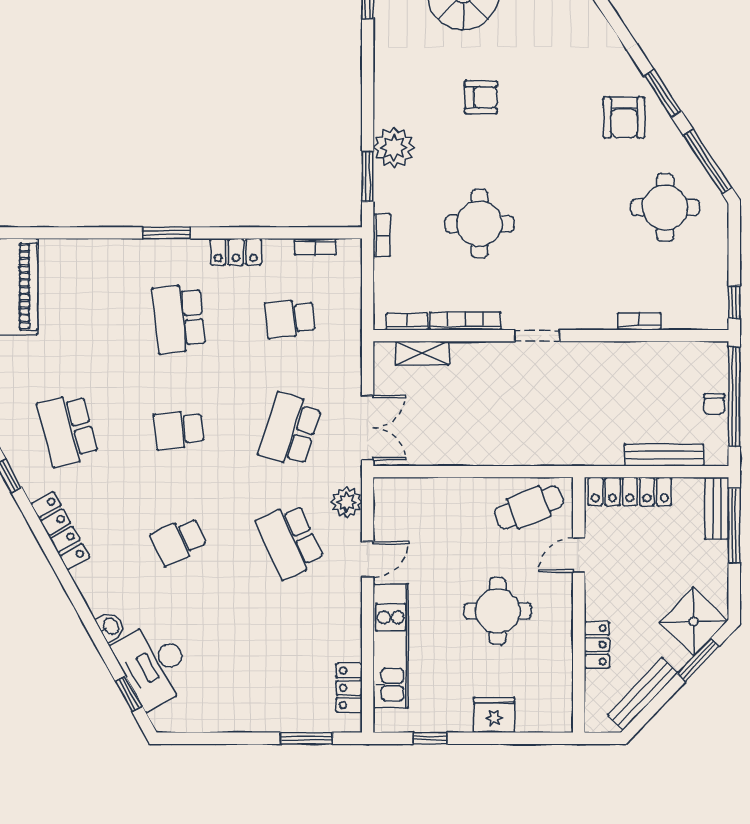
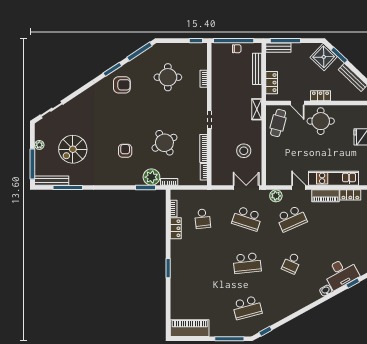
armchair: (481, 97) -> (125, 151), moved
plant: (394, 148) -> (151, 177), moved
round table: (665, 207) -> (168, 77), moved
round table: (479, 224) -> (164, 143), turned -30
locker: (236, 252) -> (176, 228), moved
school desk: (179, 319) -> (203, 263), removed
shelving: (422, 353) -> (257, 109), moved
stool: (459, 422) -> (244, 151), added
school desk: (179, 430) -> (247, 263), width x1.85
locker: (630, 491) -> (272, 83), width x0.66
cafe table: (529, 507) -> (278, 123), turned 37
locker: (60, 531) -> (287, 311), removed
school desk: (179, 541) -> (292, 263), turned 48
round table: (498, 611) -> (321, 121), moved
piano: (347, 626) -> (325, 196), added
locker: (597, 645) -> (320, 96), moved

